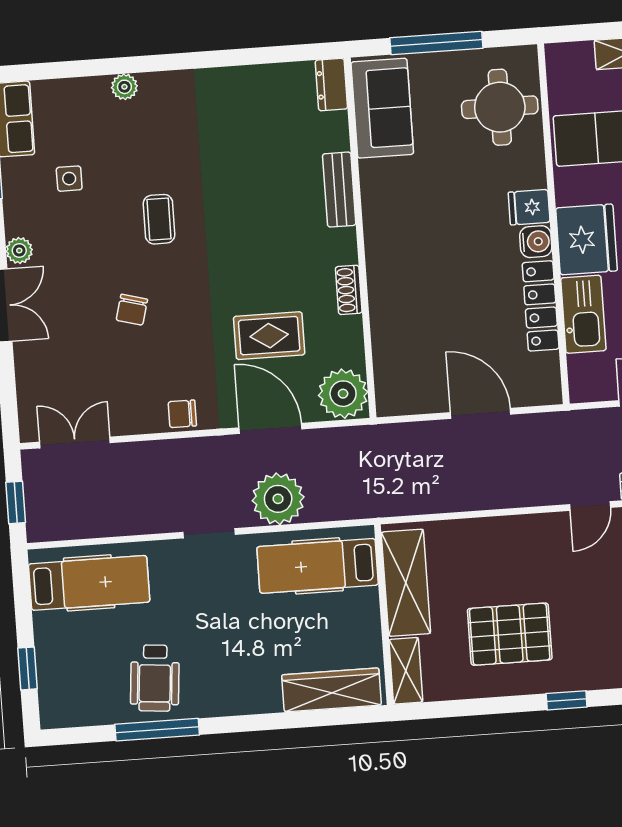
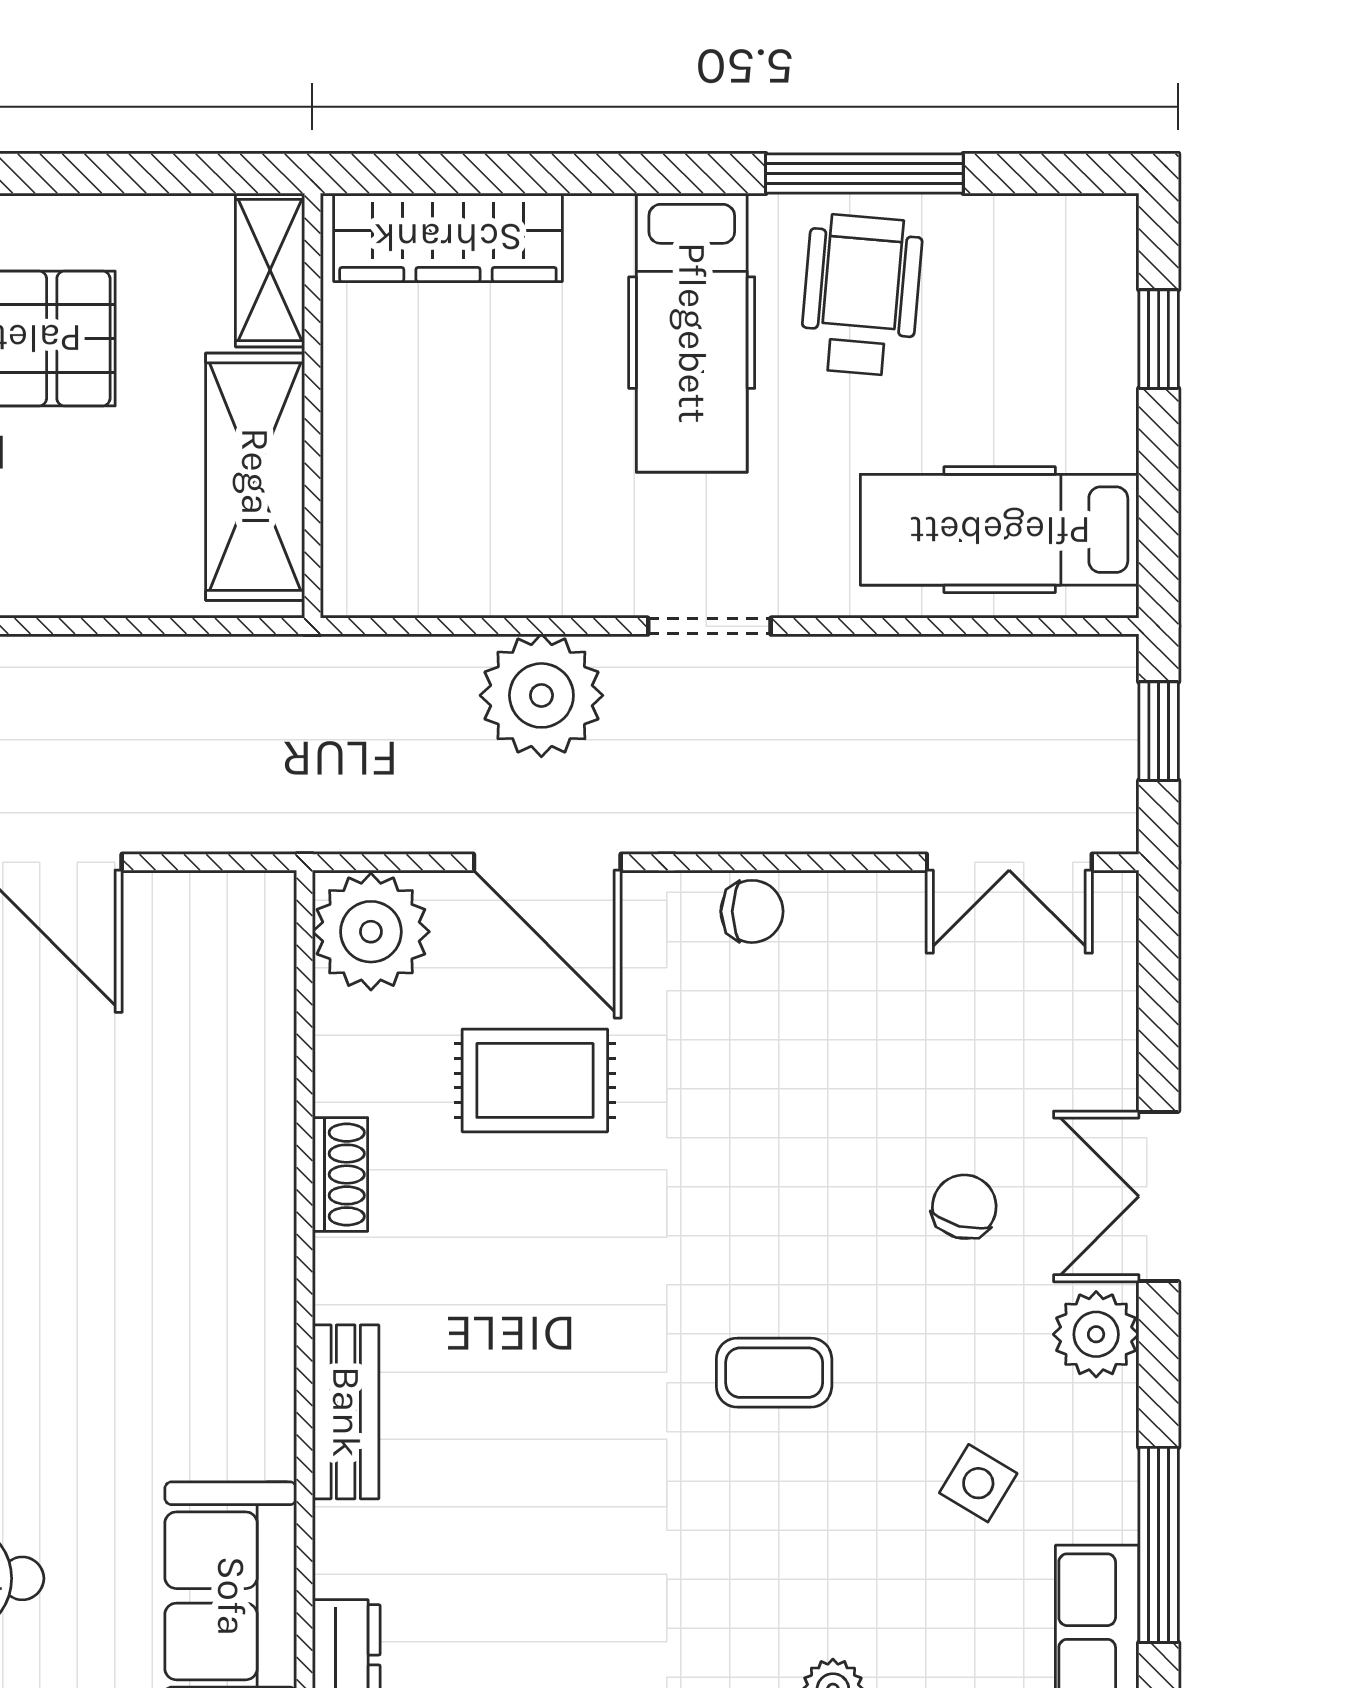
side table: (69, 179) -> (978, 1483), turned 31
coffee table: (159, 219) -> (774, 1373), turned 90
plant: (19, 250) -> (1096, 1334), width x1.38, depth x1.38
chair: (132, 310) -> (964, 1207), moved
hospital bed: (318, 566) -> (692, 333), moved, turned 90

